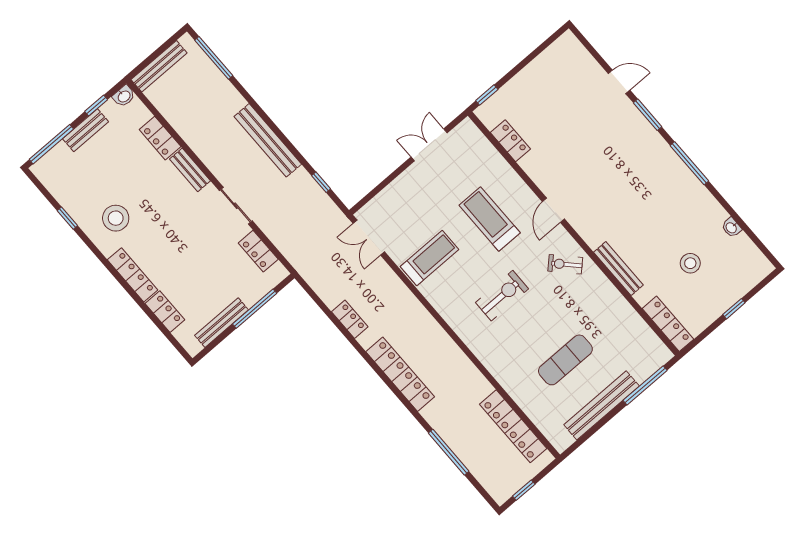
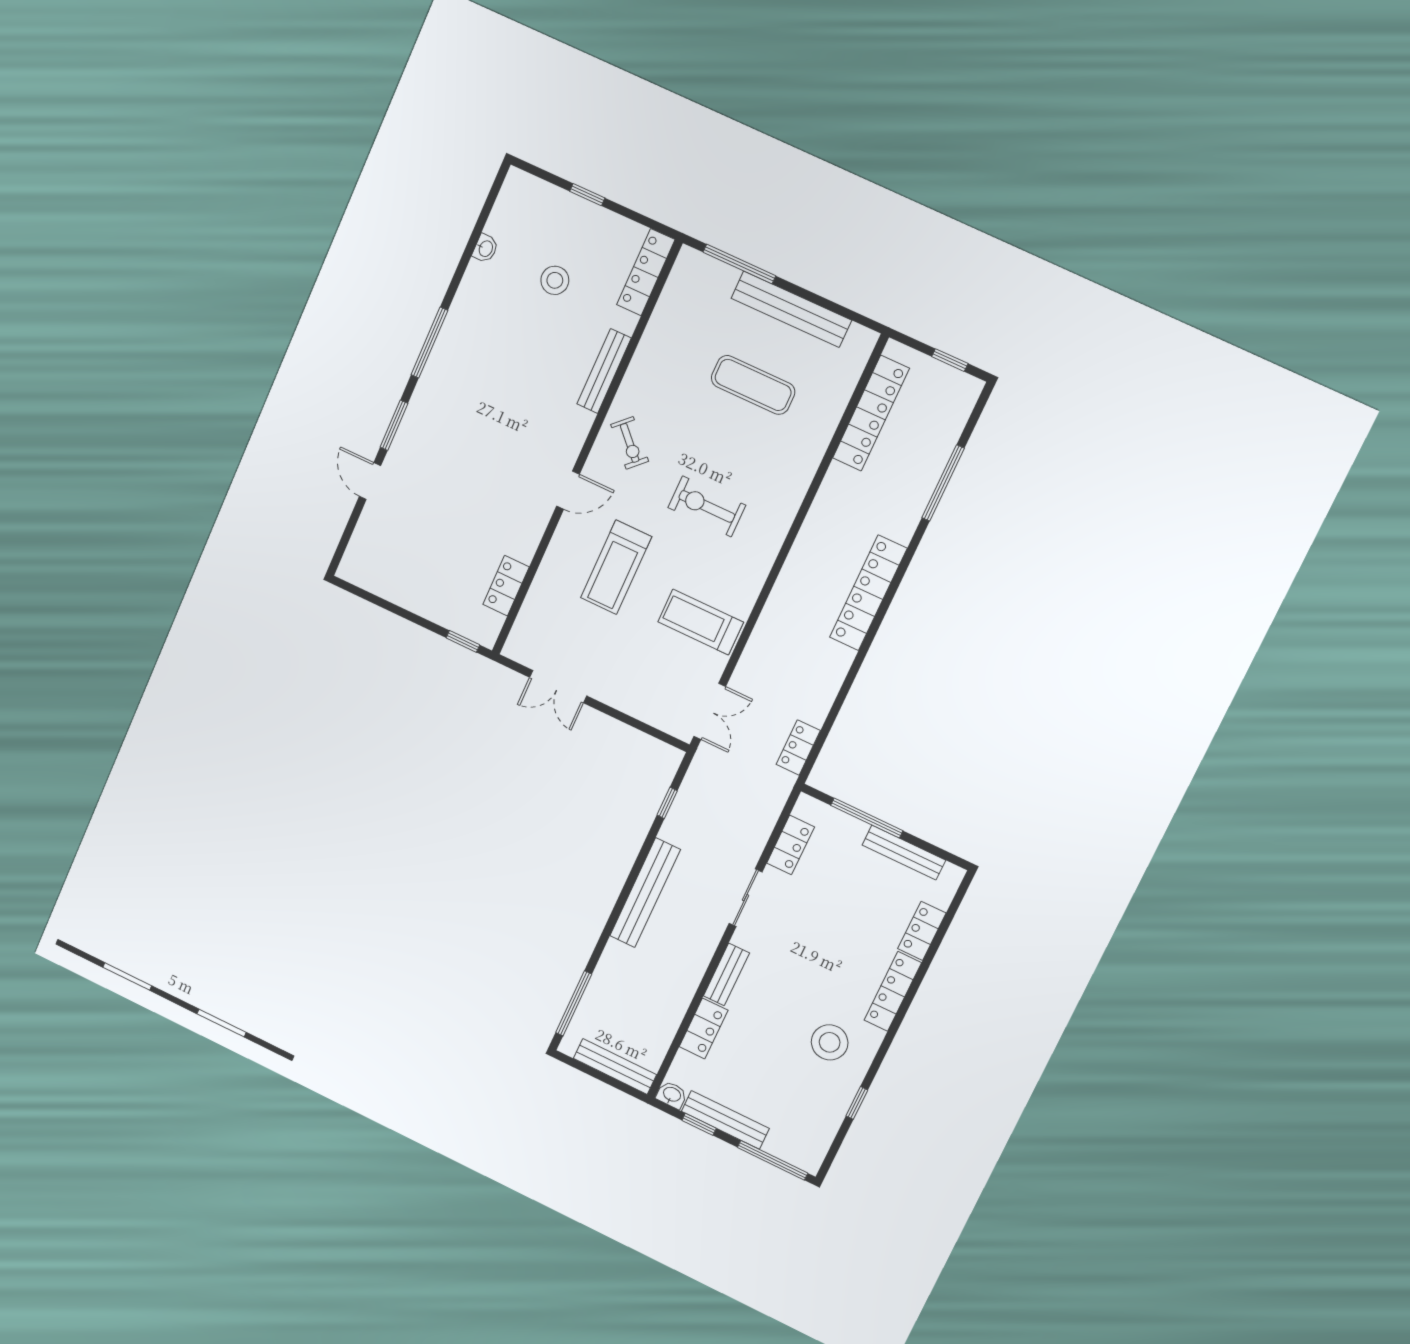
bench: (86, 130) -> (725, 1120), width x1.36
locker: (350, 319) -> (798, 748), moved

